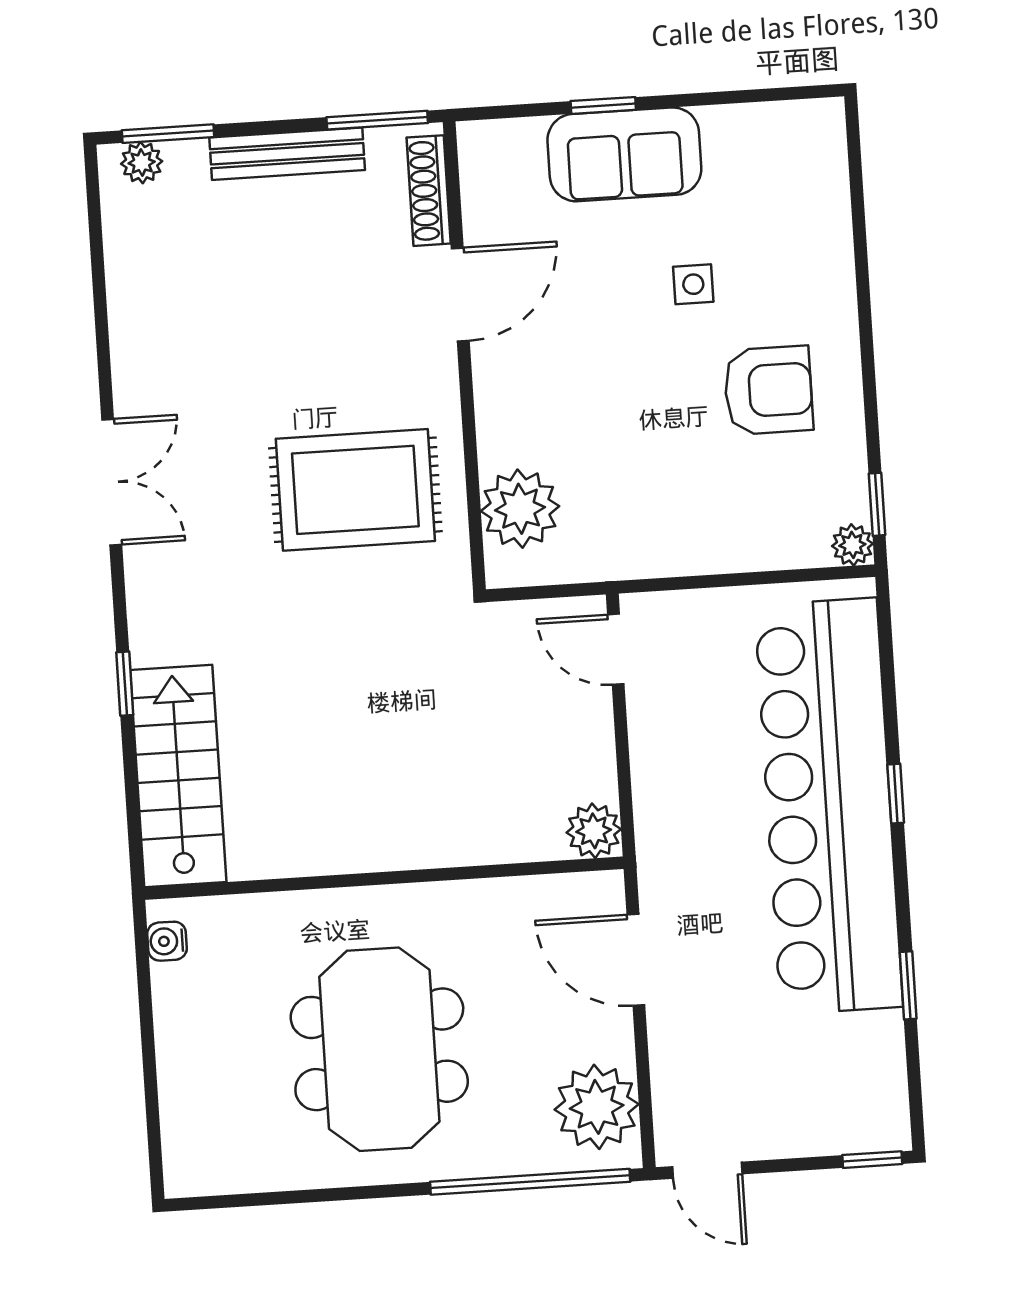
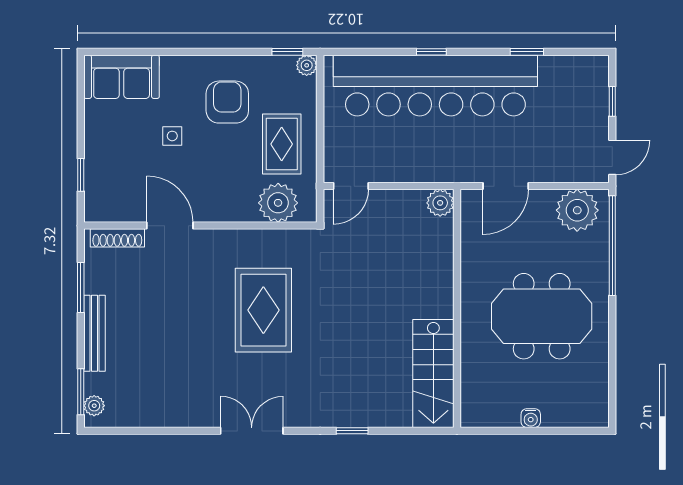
sofa: (624, 154) -> (122, 77), moved, turned 90
shoe rack: (429, 191) -> (117, 238), moved
door: (460, 295) -> (170, 226), moved
wall: (464, 356) -> (200, 226), moved
rug: (691, 505) -> (282, 144), added
plant: (520, 509) -> (278, 203), moved
stairs: (178, 776) -> (433, 373), moved, turned -90
water cooler: (167, 941) -> (531, 418), moved
window: (872, 1160) -> (612, 101), moved

